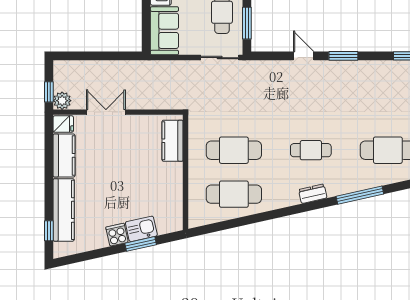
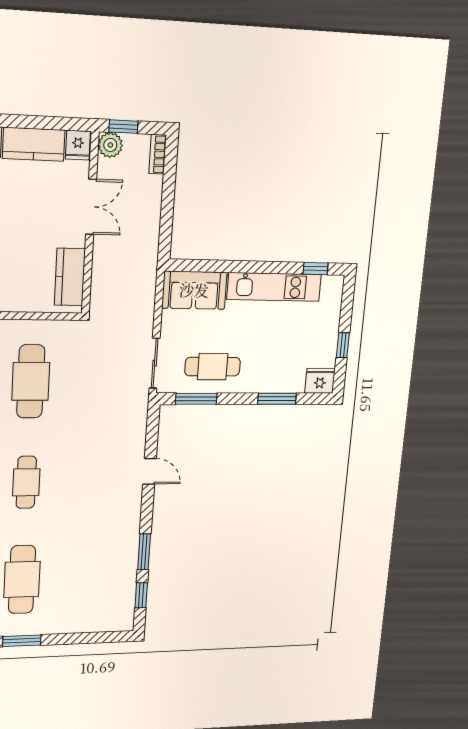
door: (304, 56) -> (150, 471), hinge flipped
window: (343, 56) -> (144, 552), moved
bookcase: (67, 66) -> (158, 154), added
kitchen counter: (173, 141) -> (70, 277), moved, turned -90

